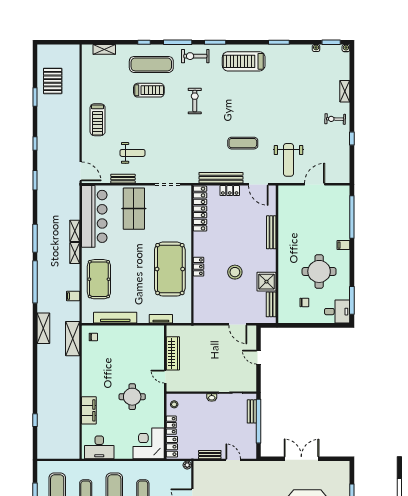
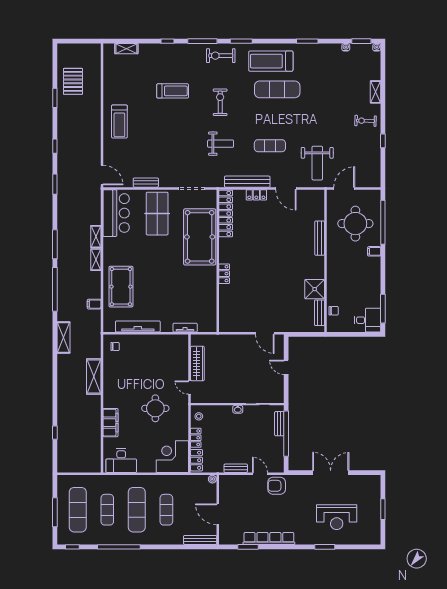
exercise mat: (151, 64) -> (277, 89), moved
weight bench: (133, 153) -> (221, 144), moved
bar counter: (94, 216) -> (116, 213), width x0.73
bench: (271, 232) -> (320, 238), moved
wall: (277, 254) -> (326, 261), moved
pool table: (170, 269) -> (200, 237), moved
round table: (319, 271) -> (355, 224), moved
stool: (235, 272) -> (262, 279), removed
shower: (266, 282) -> (315, 289), moved
bench: (271, 304) -> (319, 313), moved
shelving: (73, 339) -> (94, 377), moved
armchair: (249, 471) -> (277, 486), added

